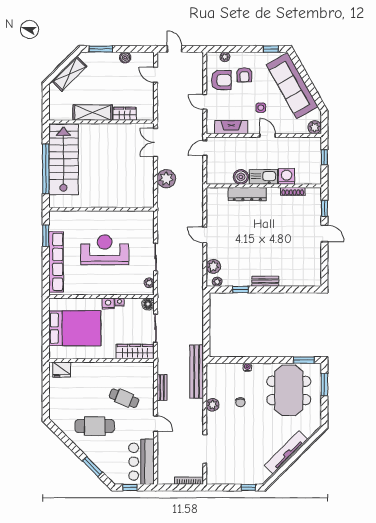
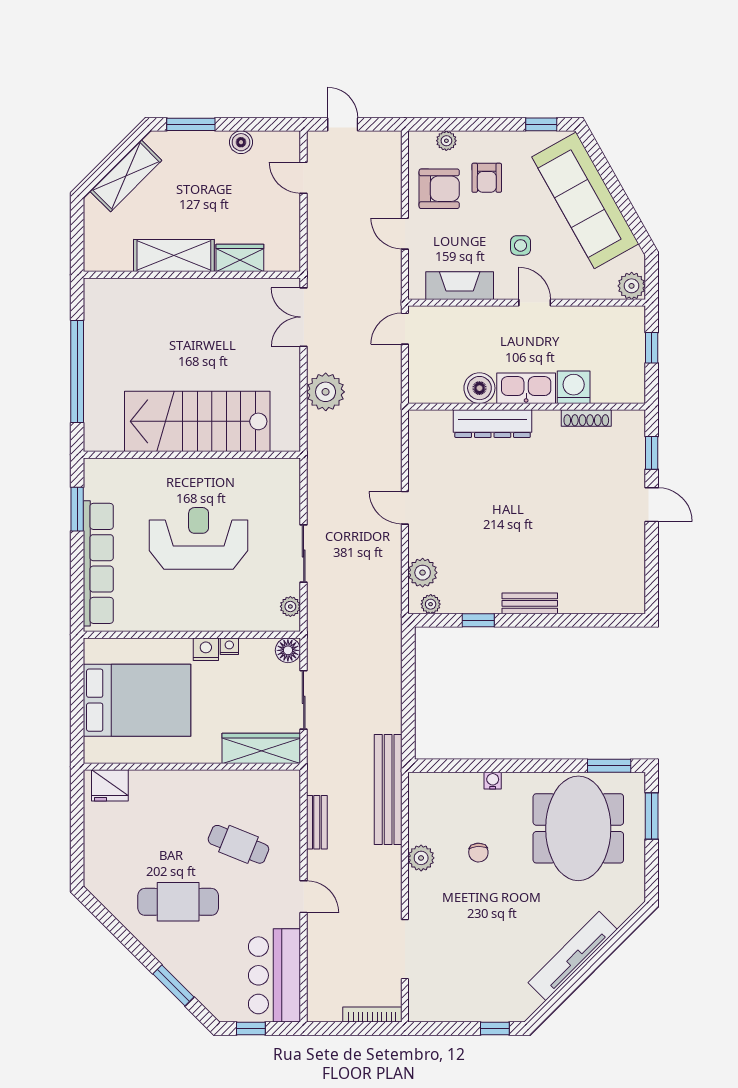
stairs: (63, 160) -> (197, 421), moved, turned -90

